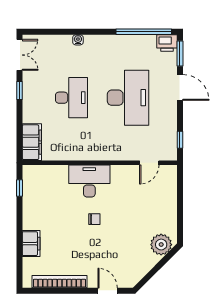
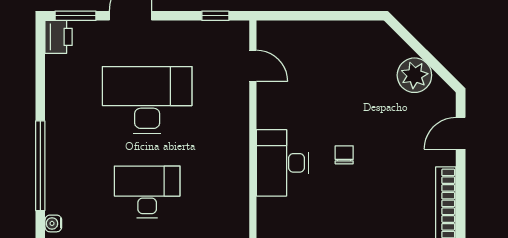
window: (144, 32) -> (40, 166), moved
water cooler: (78, 40) -> (53, 223), moved
plant: (161, 245) -> (414, 75), moved

